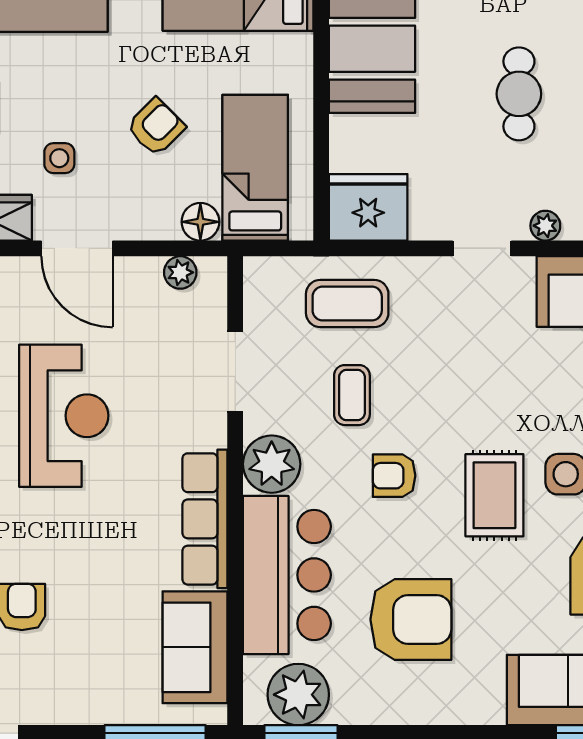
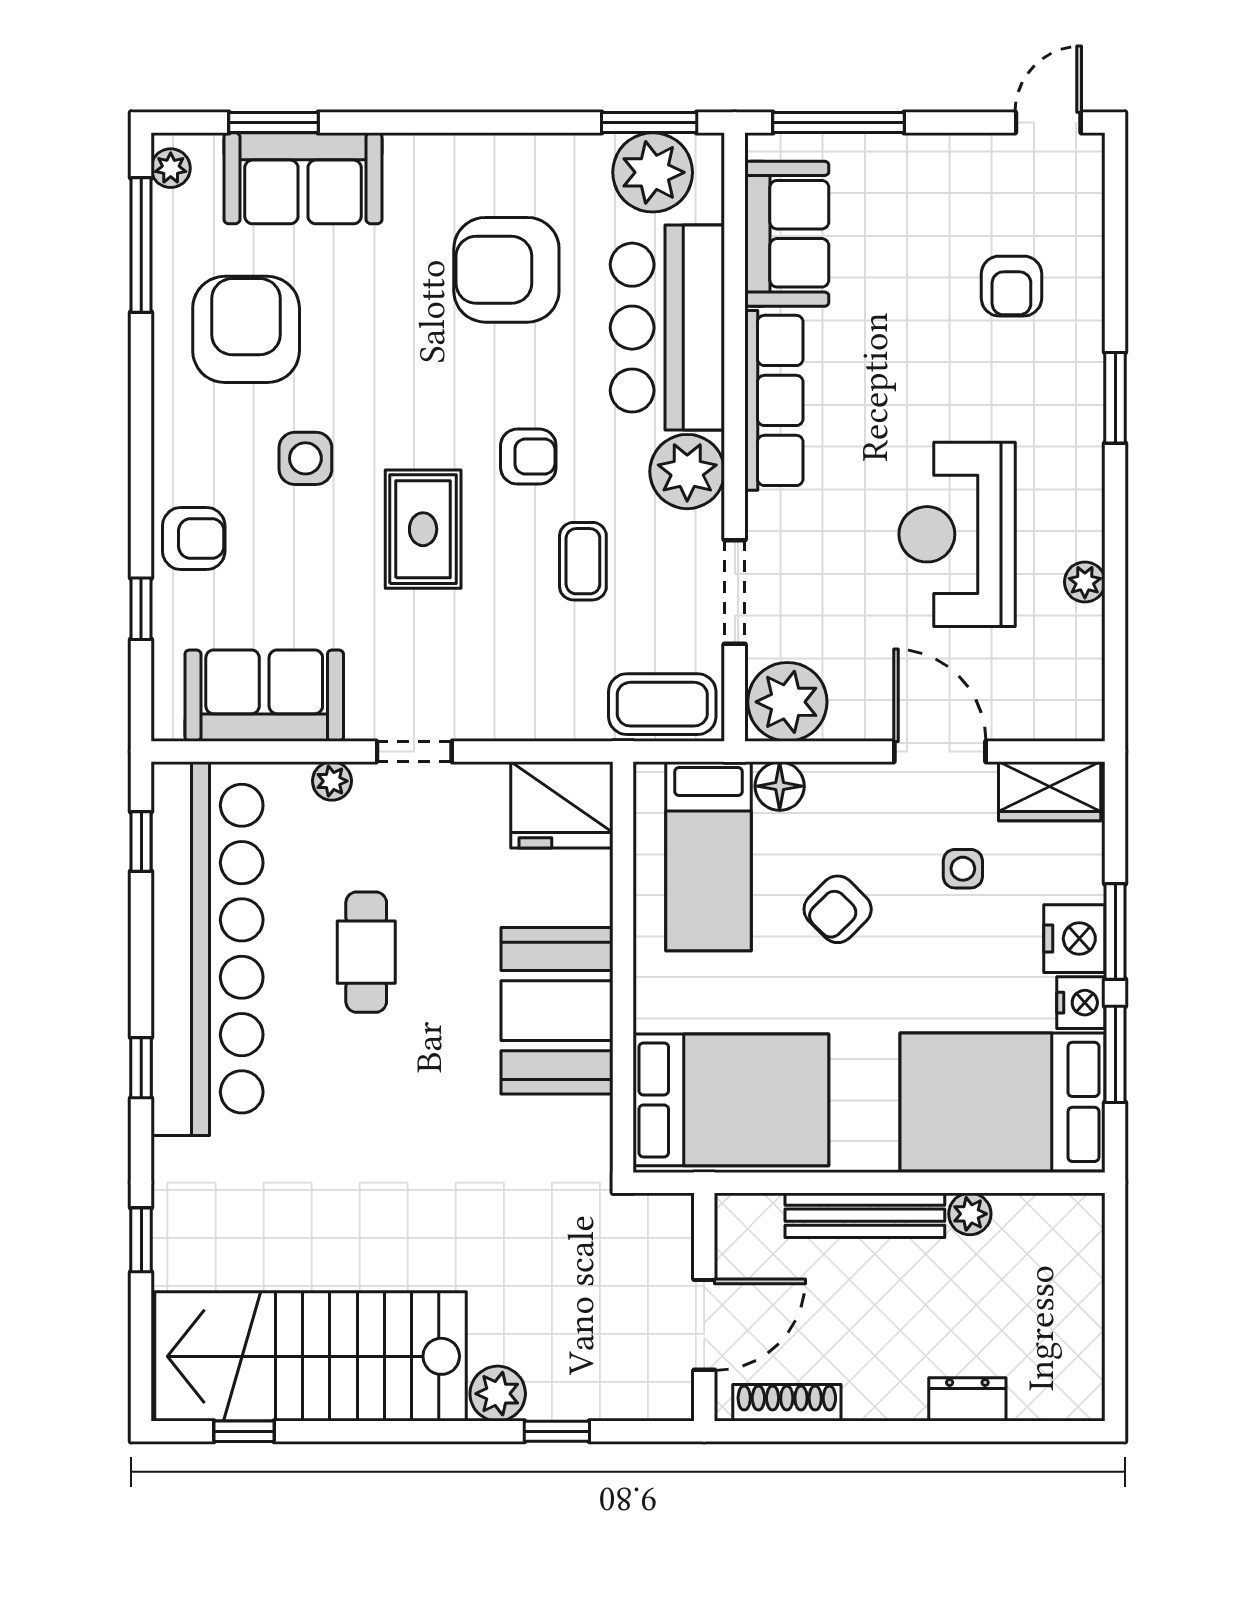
plant: (180, 272) -> (787, 702), width x1.87, depth x1.87
coffee table: (347, 304) -> (662, 704), moved
rug: (494, 495) -> (423, 529), moved

